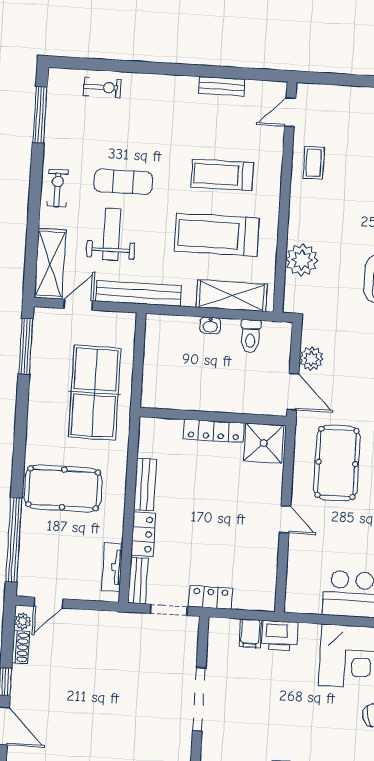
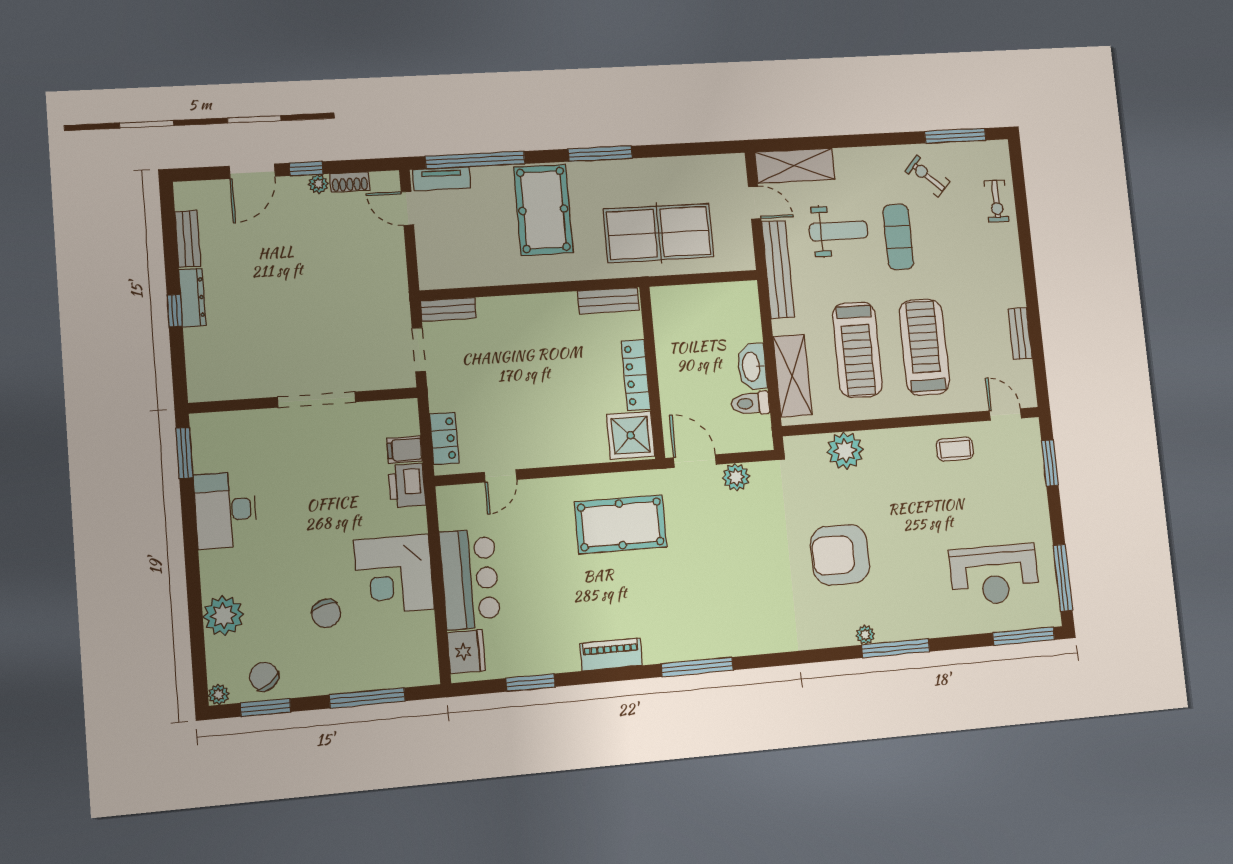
window: (337, 79) -> (1050, 463), added
treadmill: (222, 175) -> (924, 347), width x1.37, depth x1.38
exercise bike: (57, 188) -> (927, 176), moved, turned -138
treadmill: (217, 235) -> (857, 350), turned 180
washbasin: (210, 325) -> (752, 367), width x1.91, depth x1.45
window: (26, 346) -> (600, 154), moved
door: (293, 392) -> (695, 461), swing flipped
bench: (145, 485) -> (608, 301), moved
door: (285, 519) -> (501, 476), moved
locker: (143, 534) -> (504, 309), removed
tv unit: (112, 567) -> (442, 179), moved, turned 180
locker: (211, 597) -> (444, 439), moved
plant: (23, 621) -> (318, 184), moved

